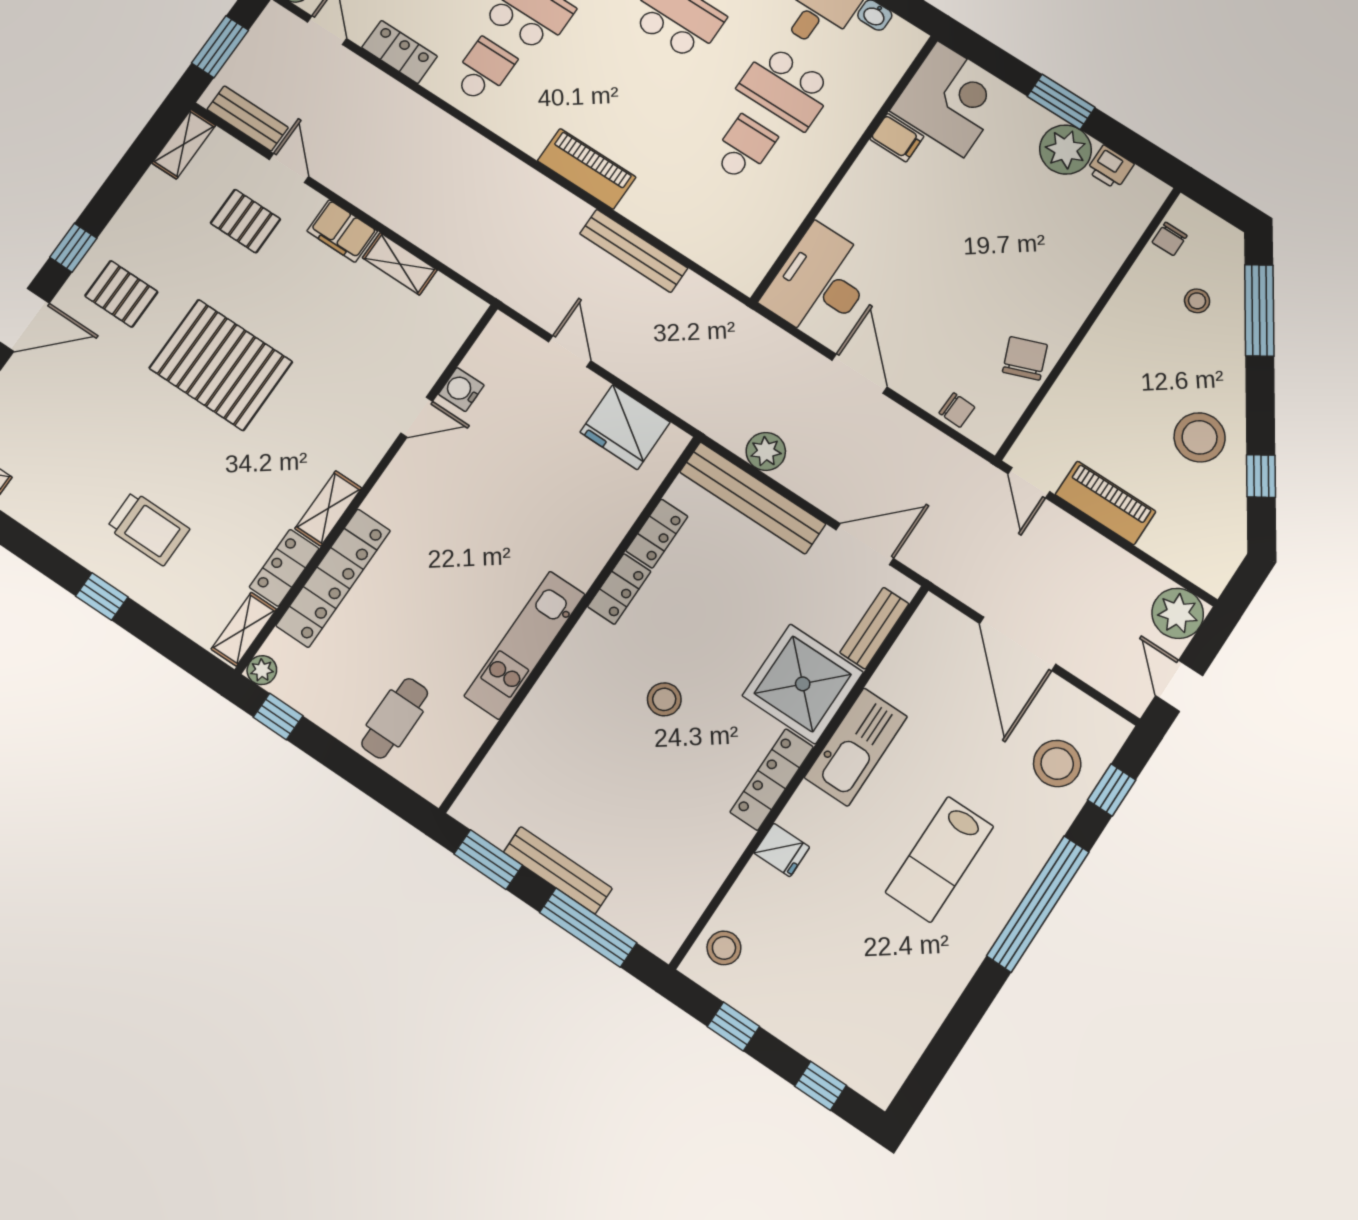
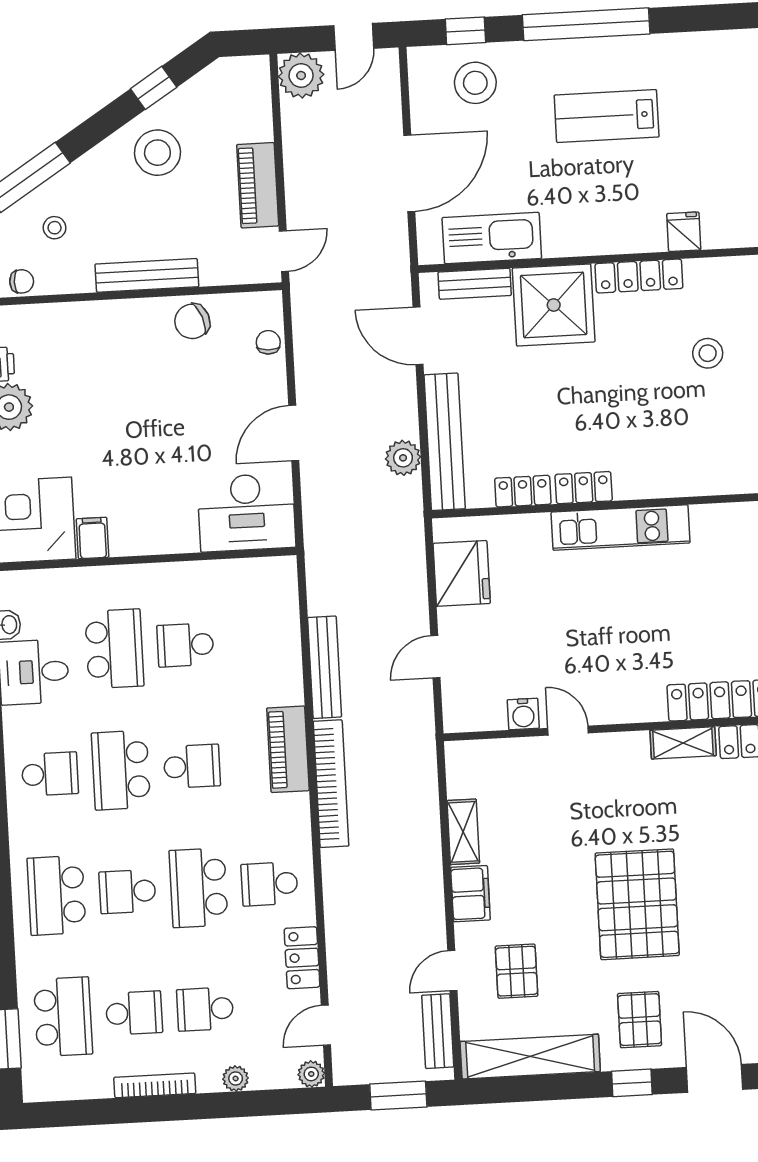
school desk: (635, 79) -> (192, 766), added
shelving: (184, 144) -> (530, 1057), width x2.20, depth x1.33
bookcase: (529, 183) -> (331, 784), added
bench: (1095, 349) -> (147, 275), added
kitchen unit: (525, 645) -> (620, 528), moved
stool: (664, 699) -> (708, 353), moved
kitchen sink: (856, 747) -> (492, 238), moved
lab bench: (939, 859) -> (607, 116), turned 180

